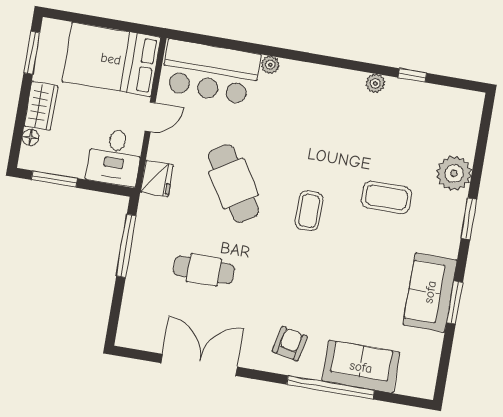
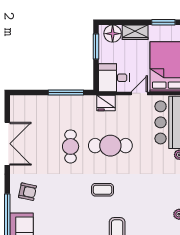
door: (150, 117) -> (139, 93), swing flipped
floor lamp: (30, 137) -> (113, 34), width x1.89, depth x1.89
cafe table: (233, 184) -> (110, 146), turned 32
cafe table: (204, 270) -> (71, 146), moved

